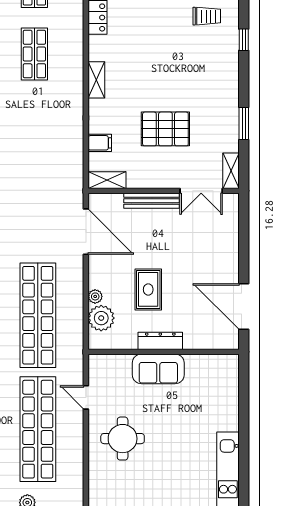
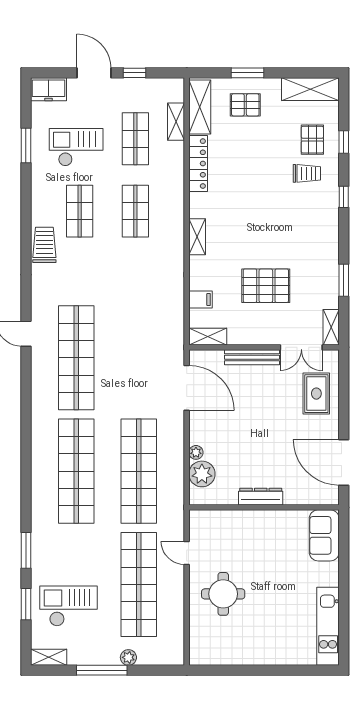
rug: (148, 289) -> (316, 394), moved
sofa: (158, 369) -> (324, 535), moved, turned 90

